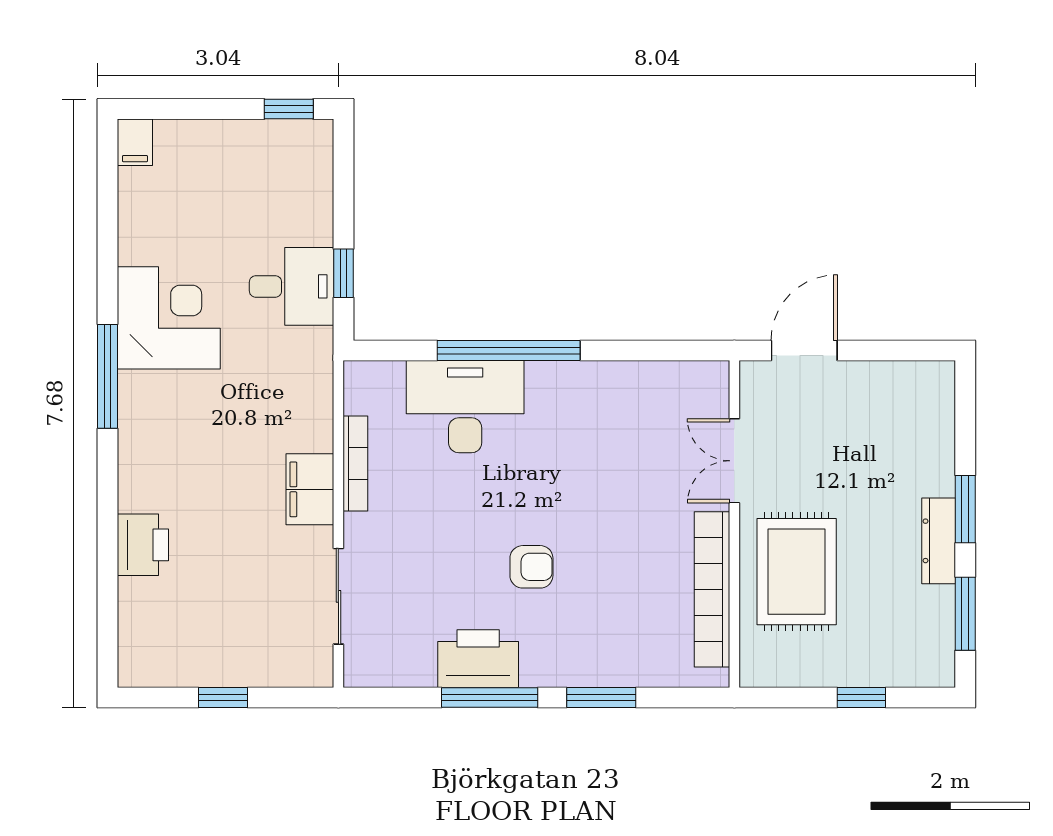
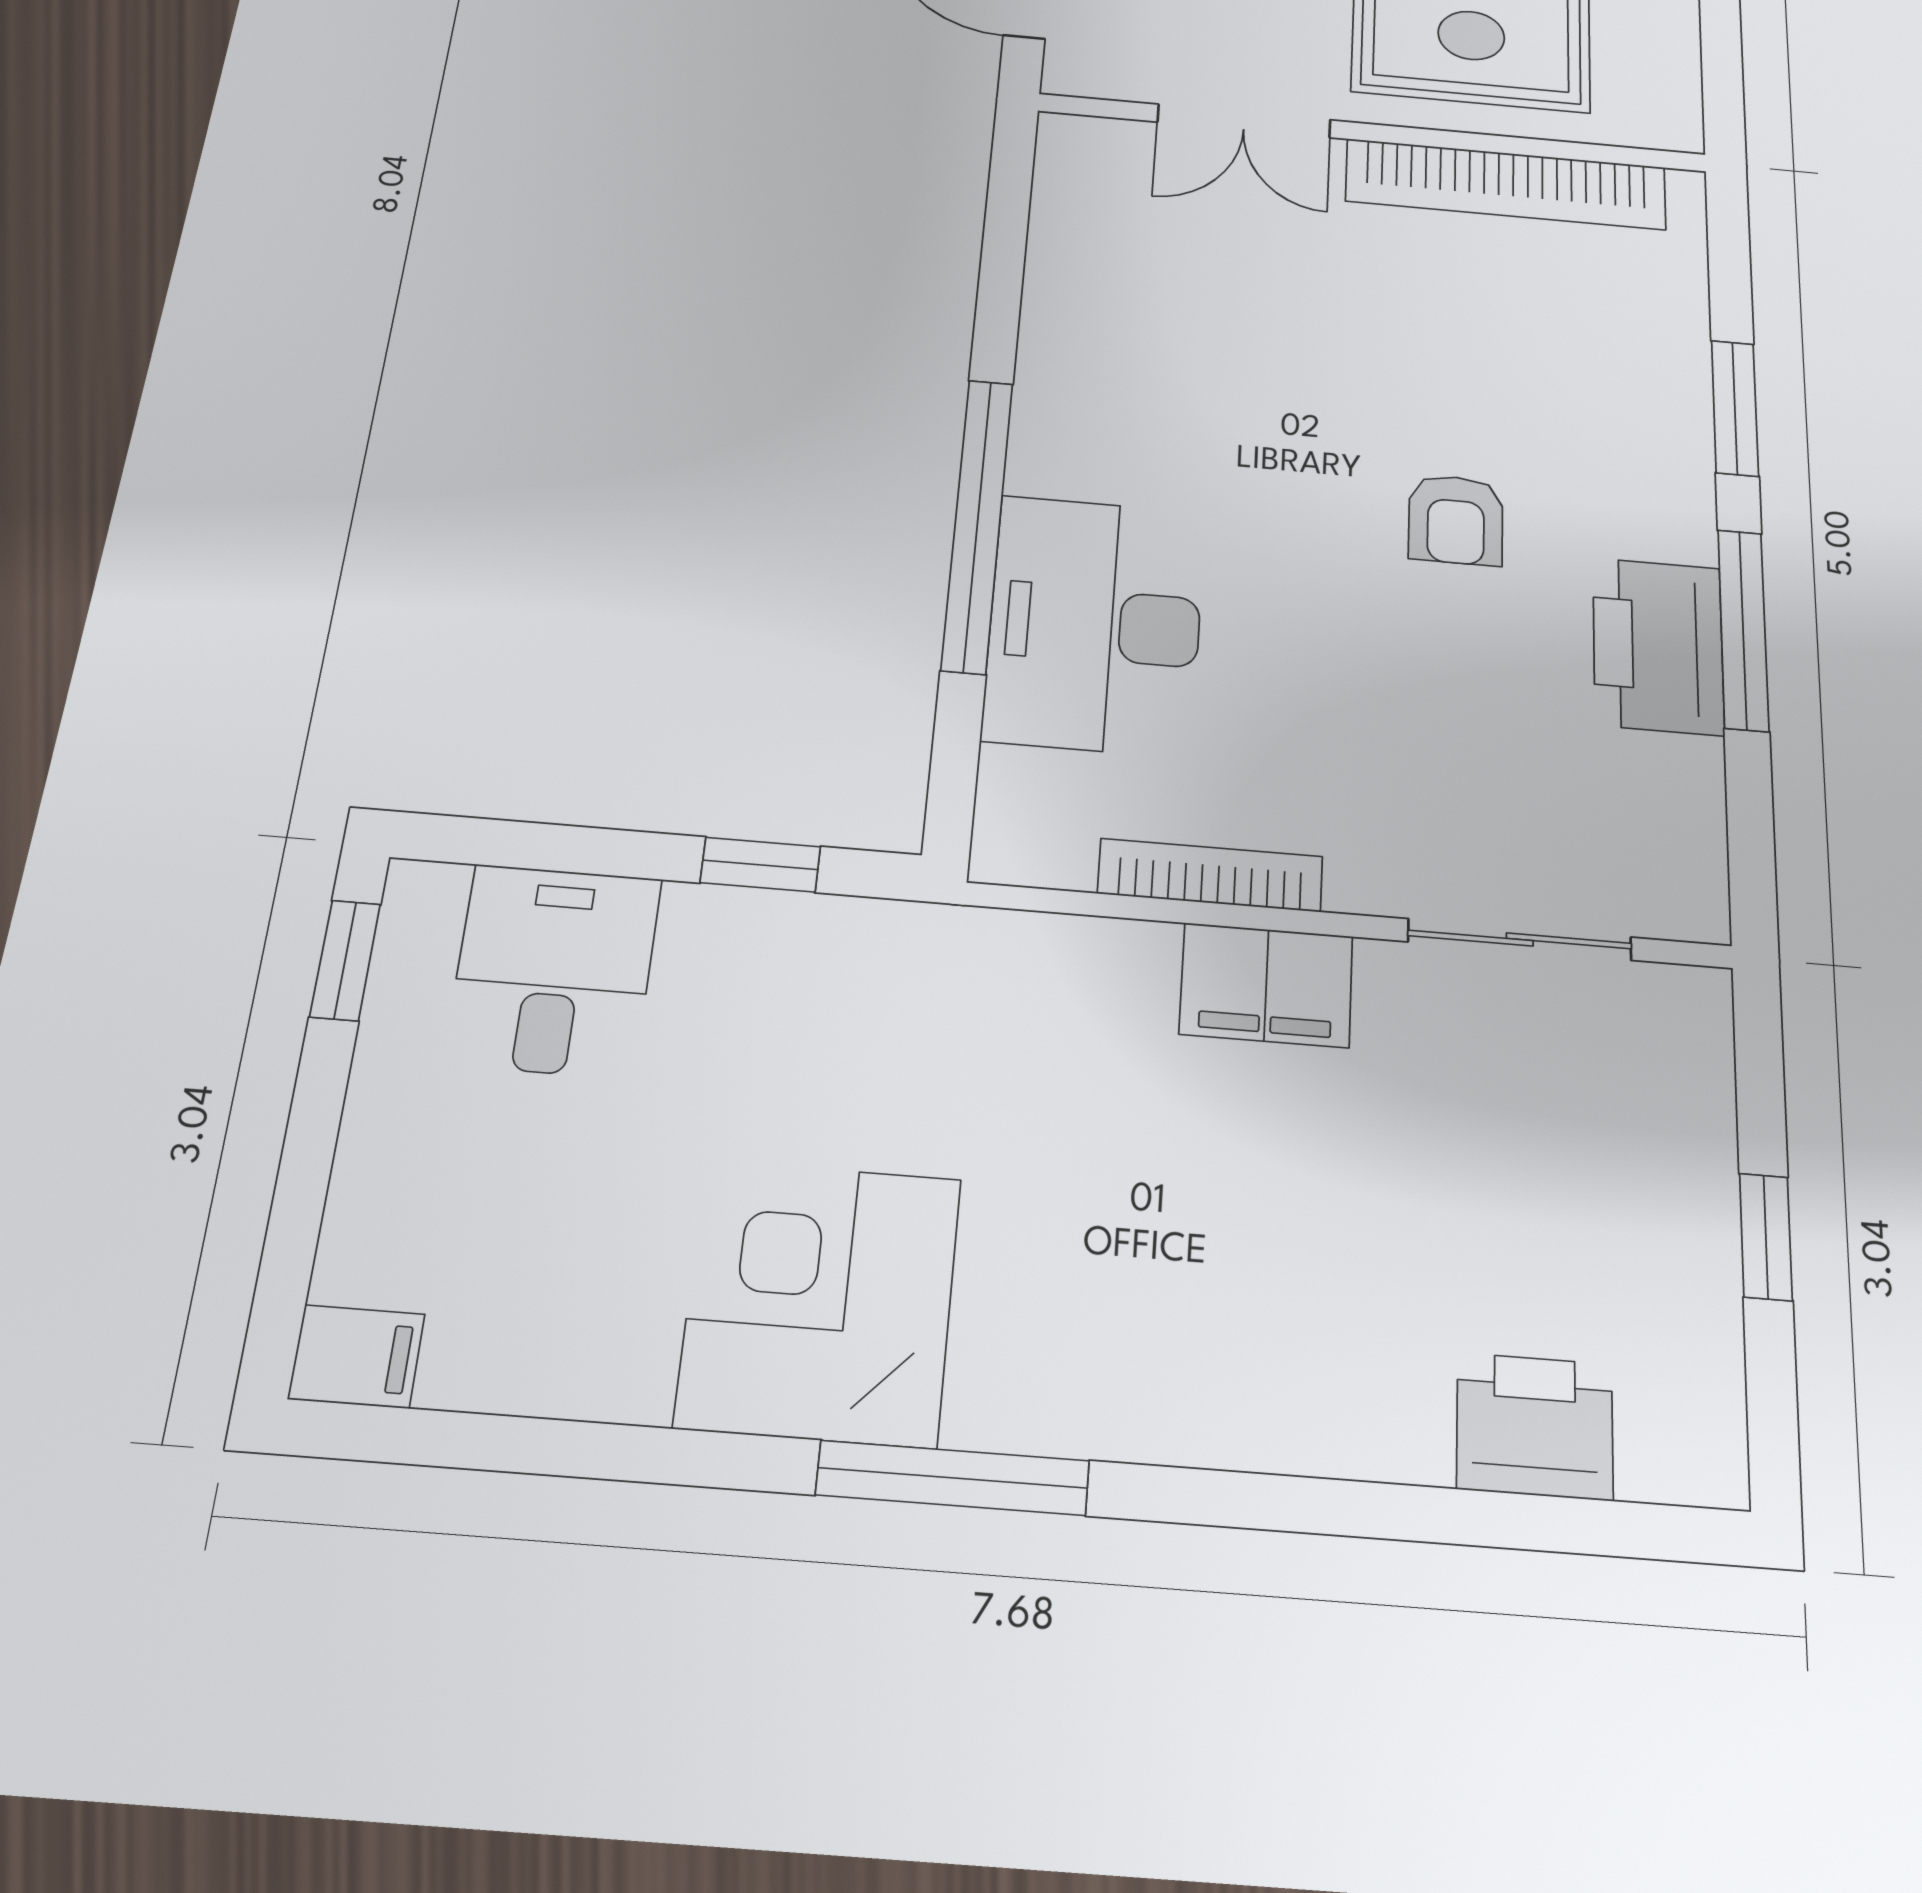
desk: (292, 286) -> (554, 970), moved
printer: (143, 545) -> (1535, 1426), moved
armchair: (531, 567) -> (1456, 520), turned 180

